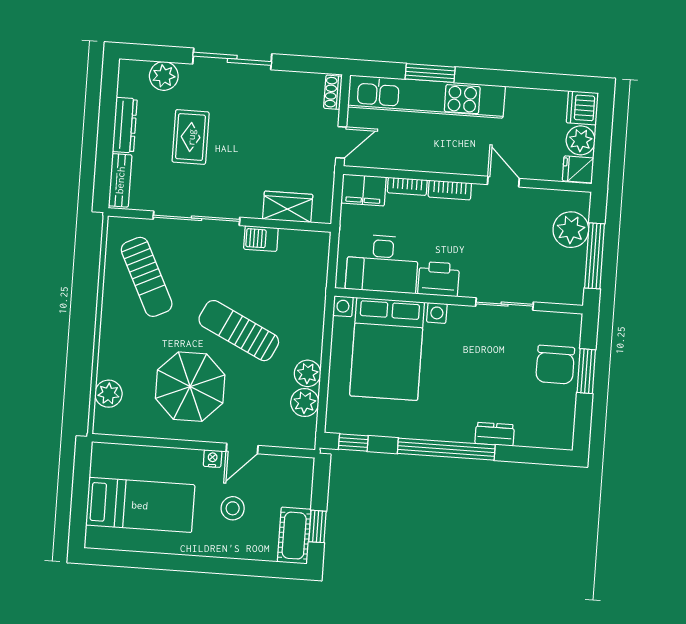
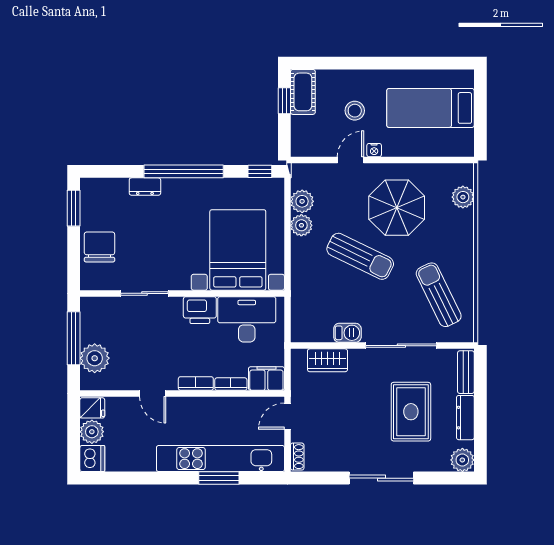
plant: (164, 76) -> (462, 460), moved
rug: (191, 137) -> (411, 412), width x1.36, depth x1.43
window: (586, 371) -> (74, 208), moved

